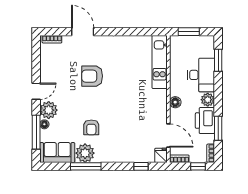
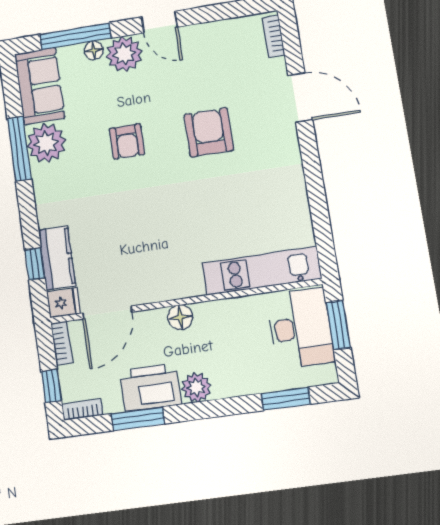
door: (83, 32) -> (300, 98), hinge flipped
desk: (201, 75) -> (300, 328), moved, turned -90
armchair: (91, 127) -> (127, 141), moved, turned -90
kitchen counter: (140, 155) -> (57, 258), added

